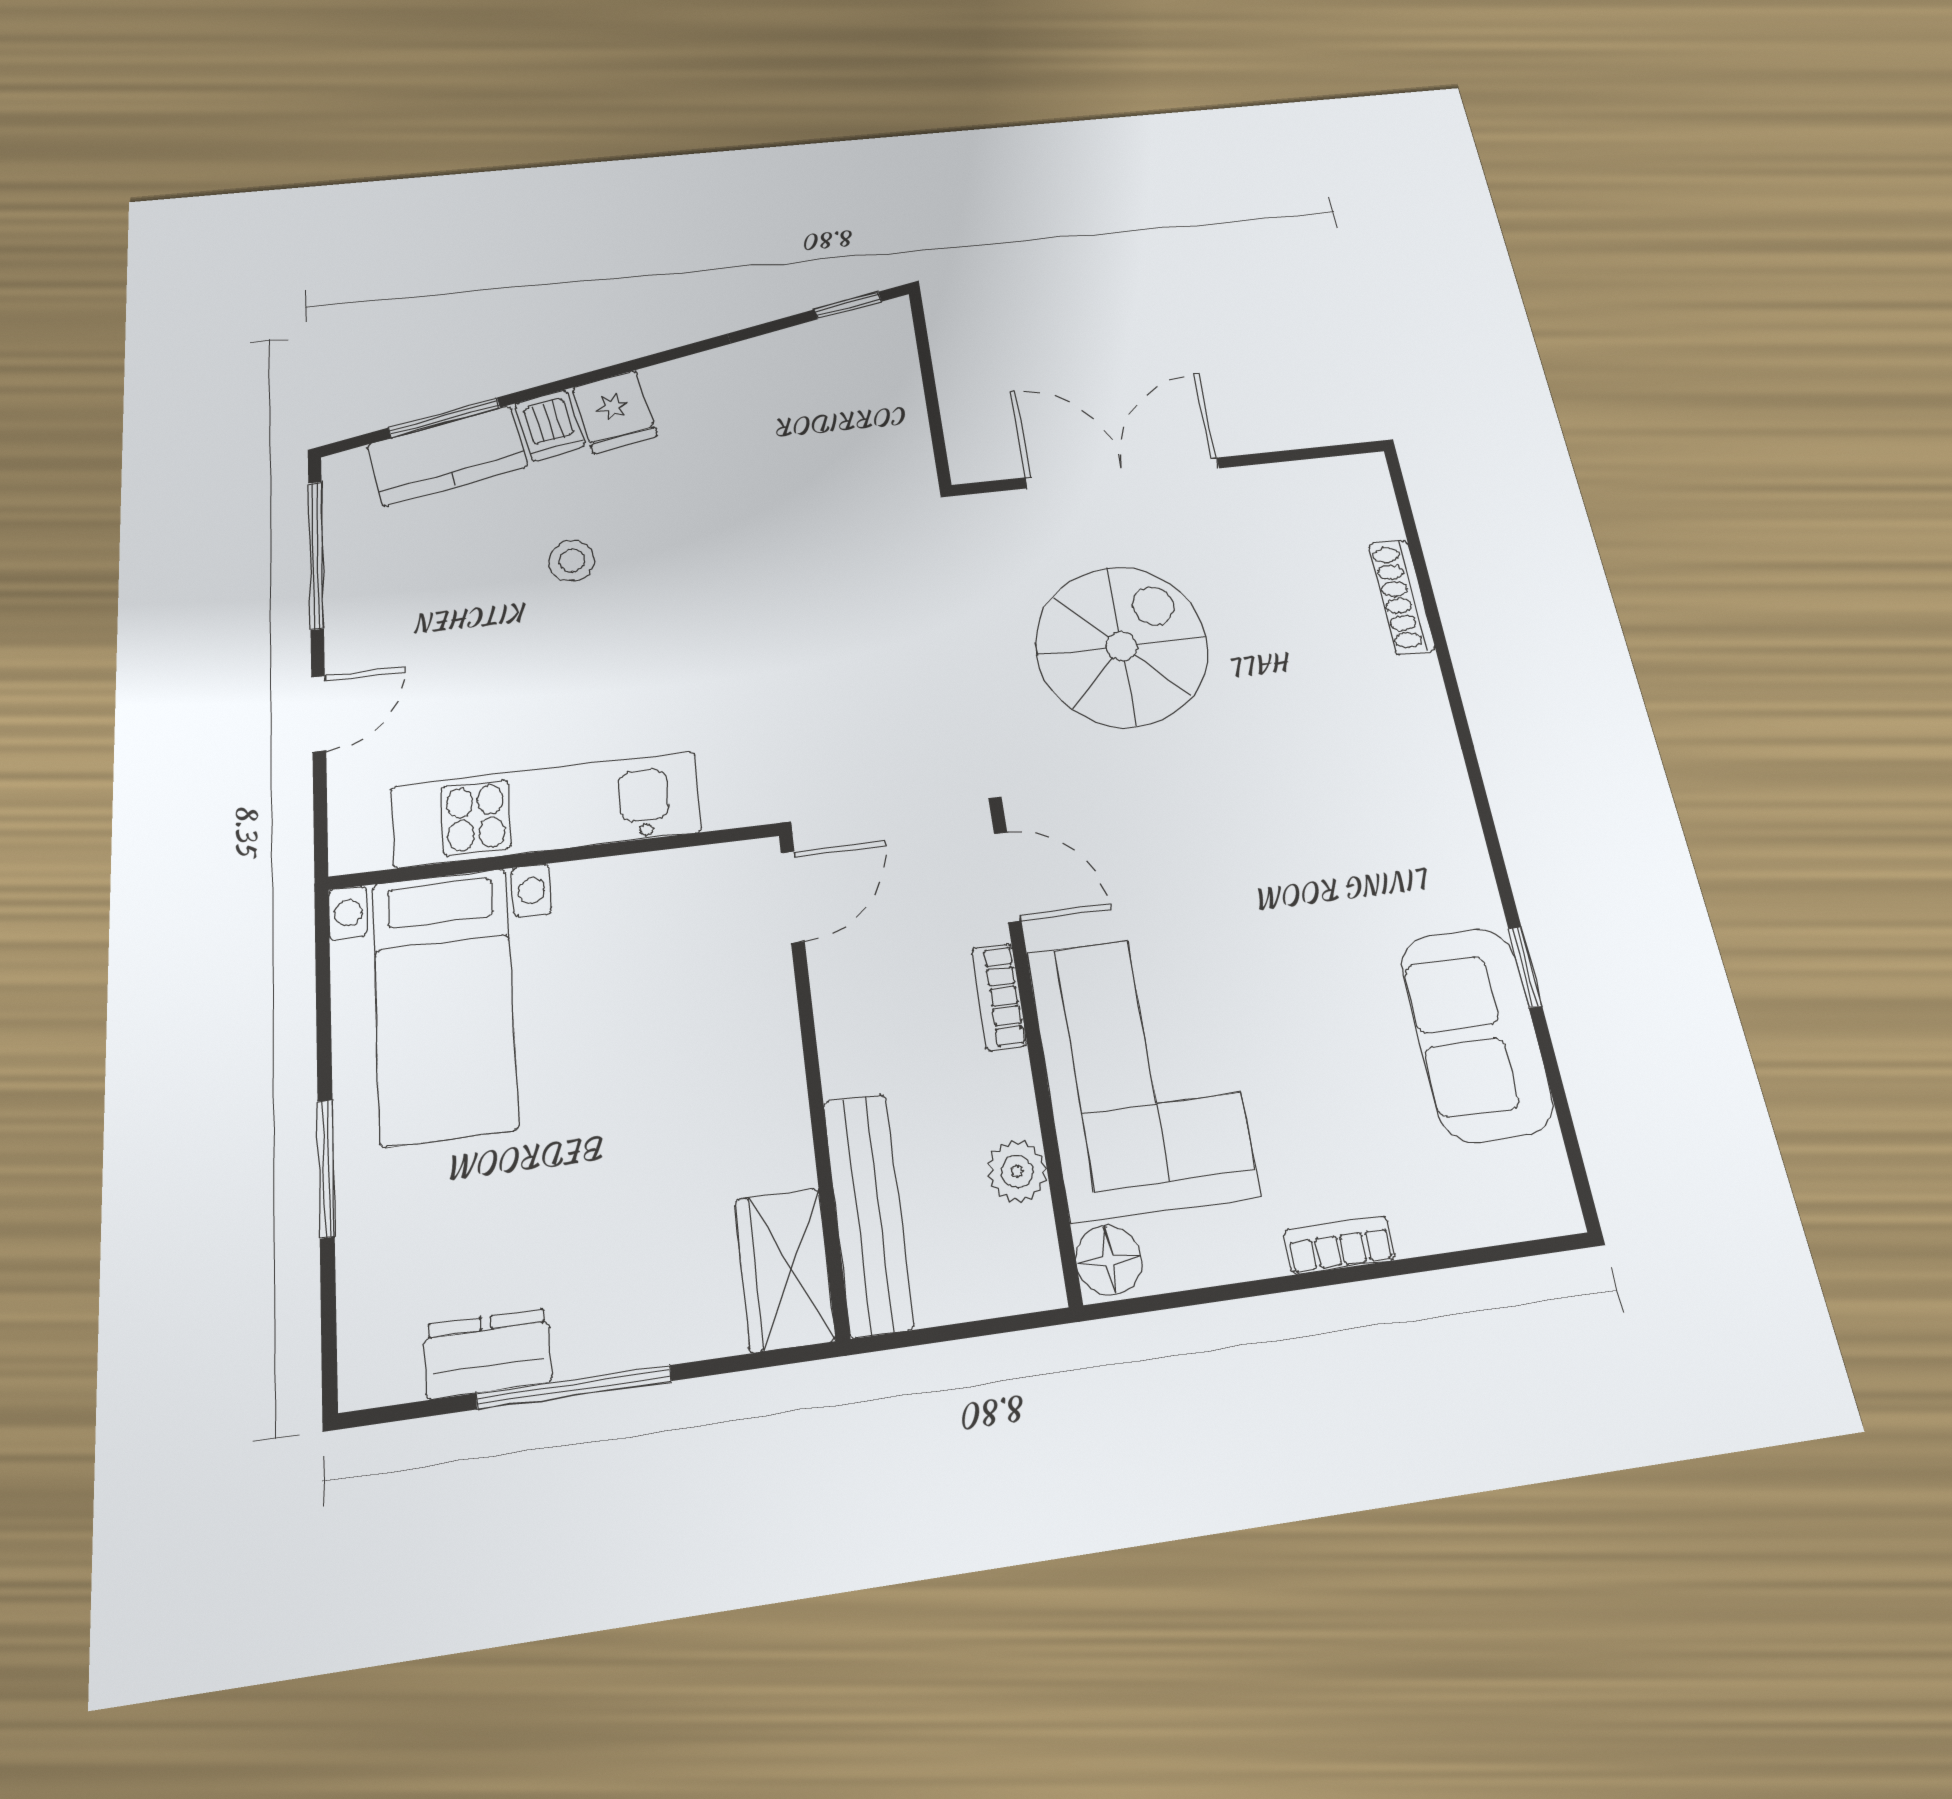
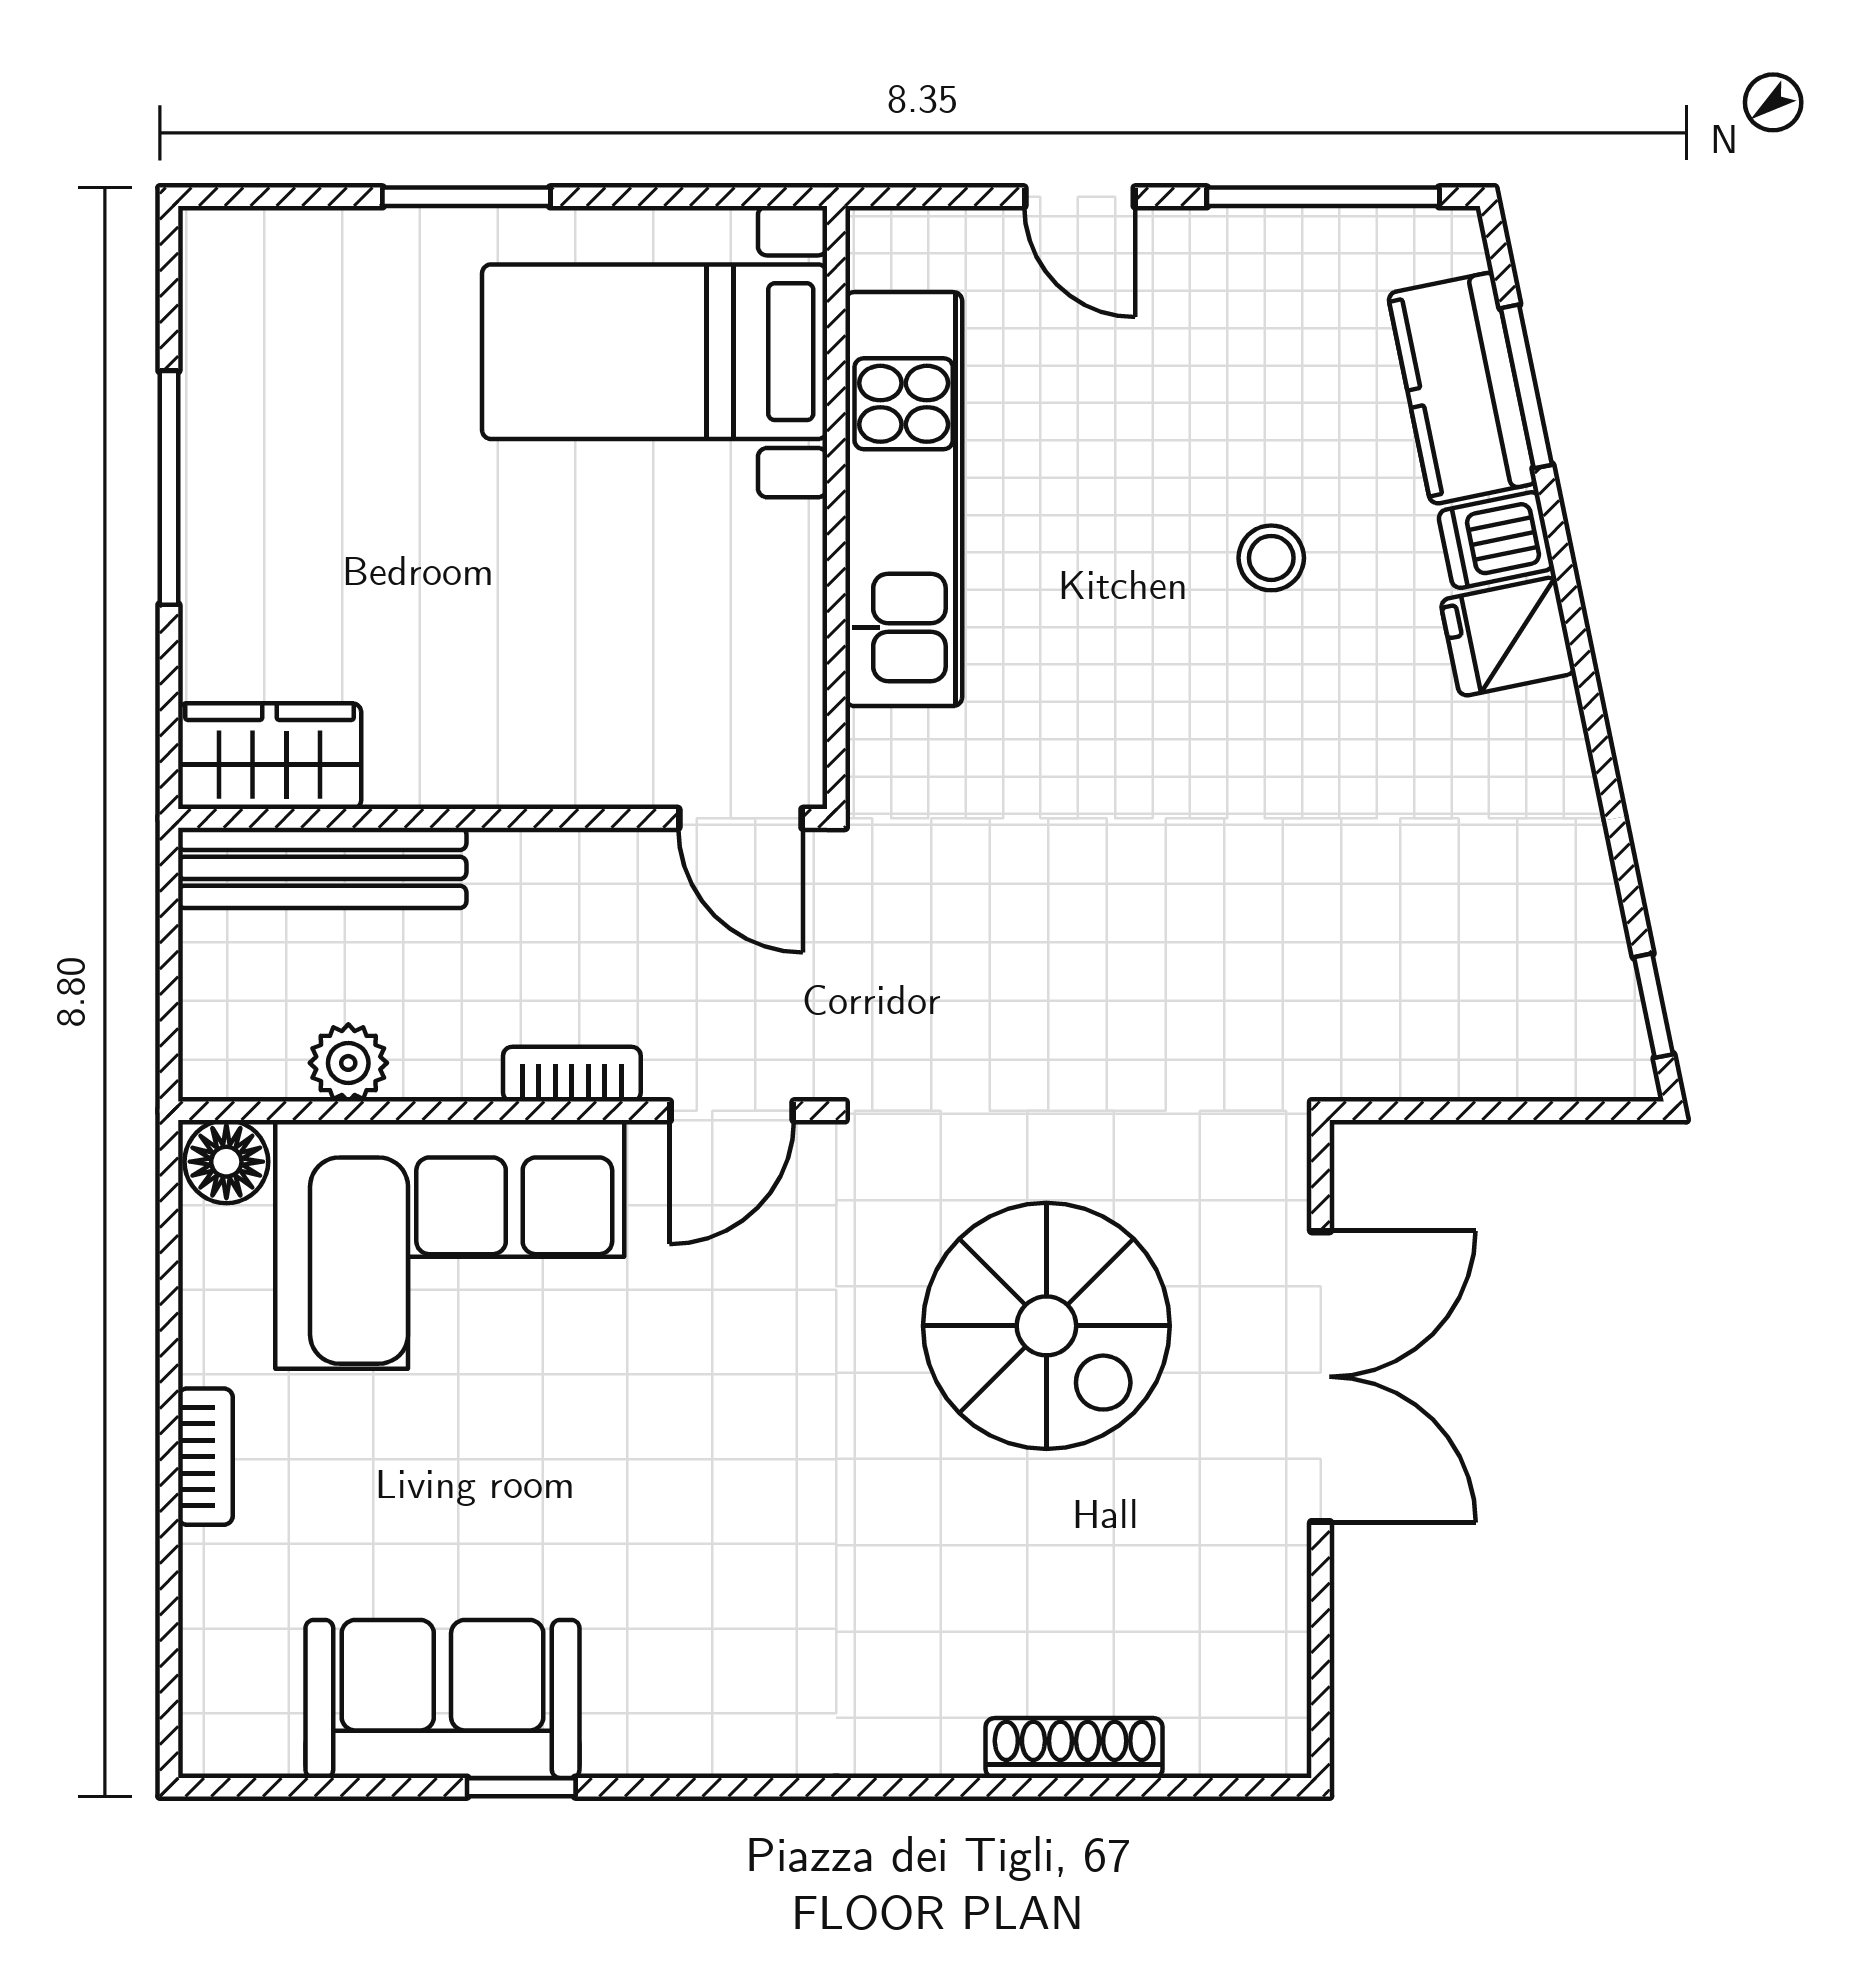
dresser: (487, 1354) -> (221, 386), removed

